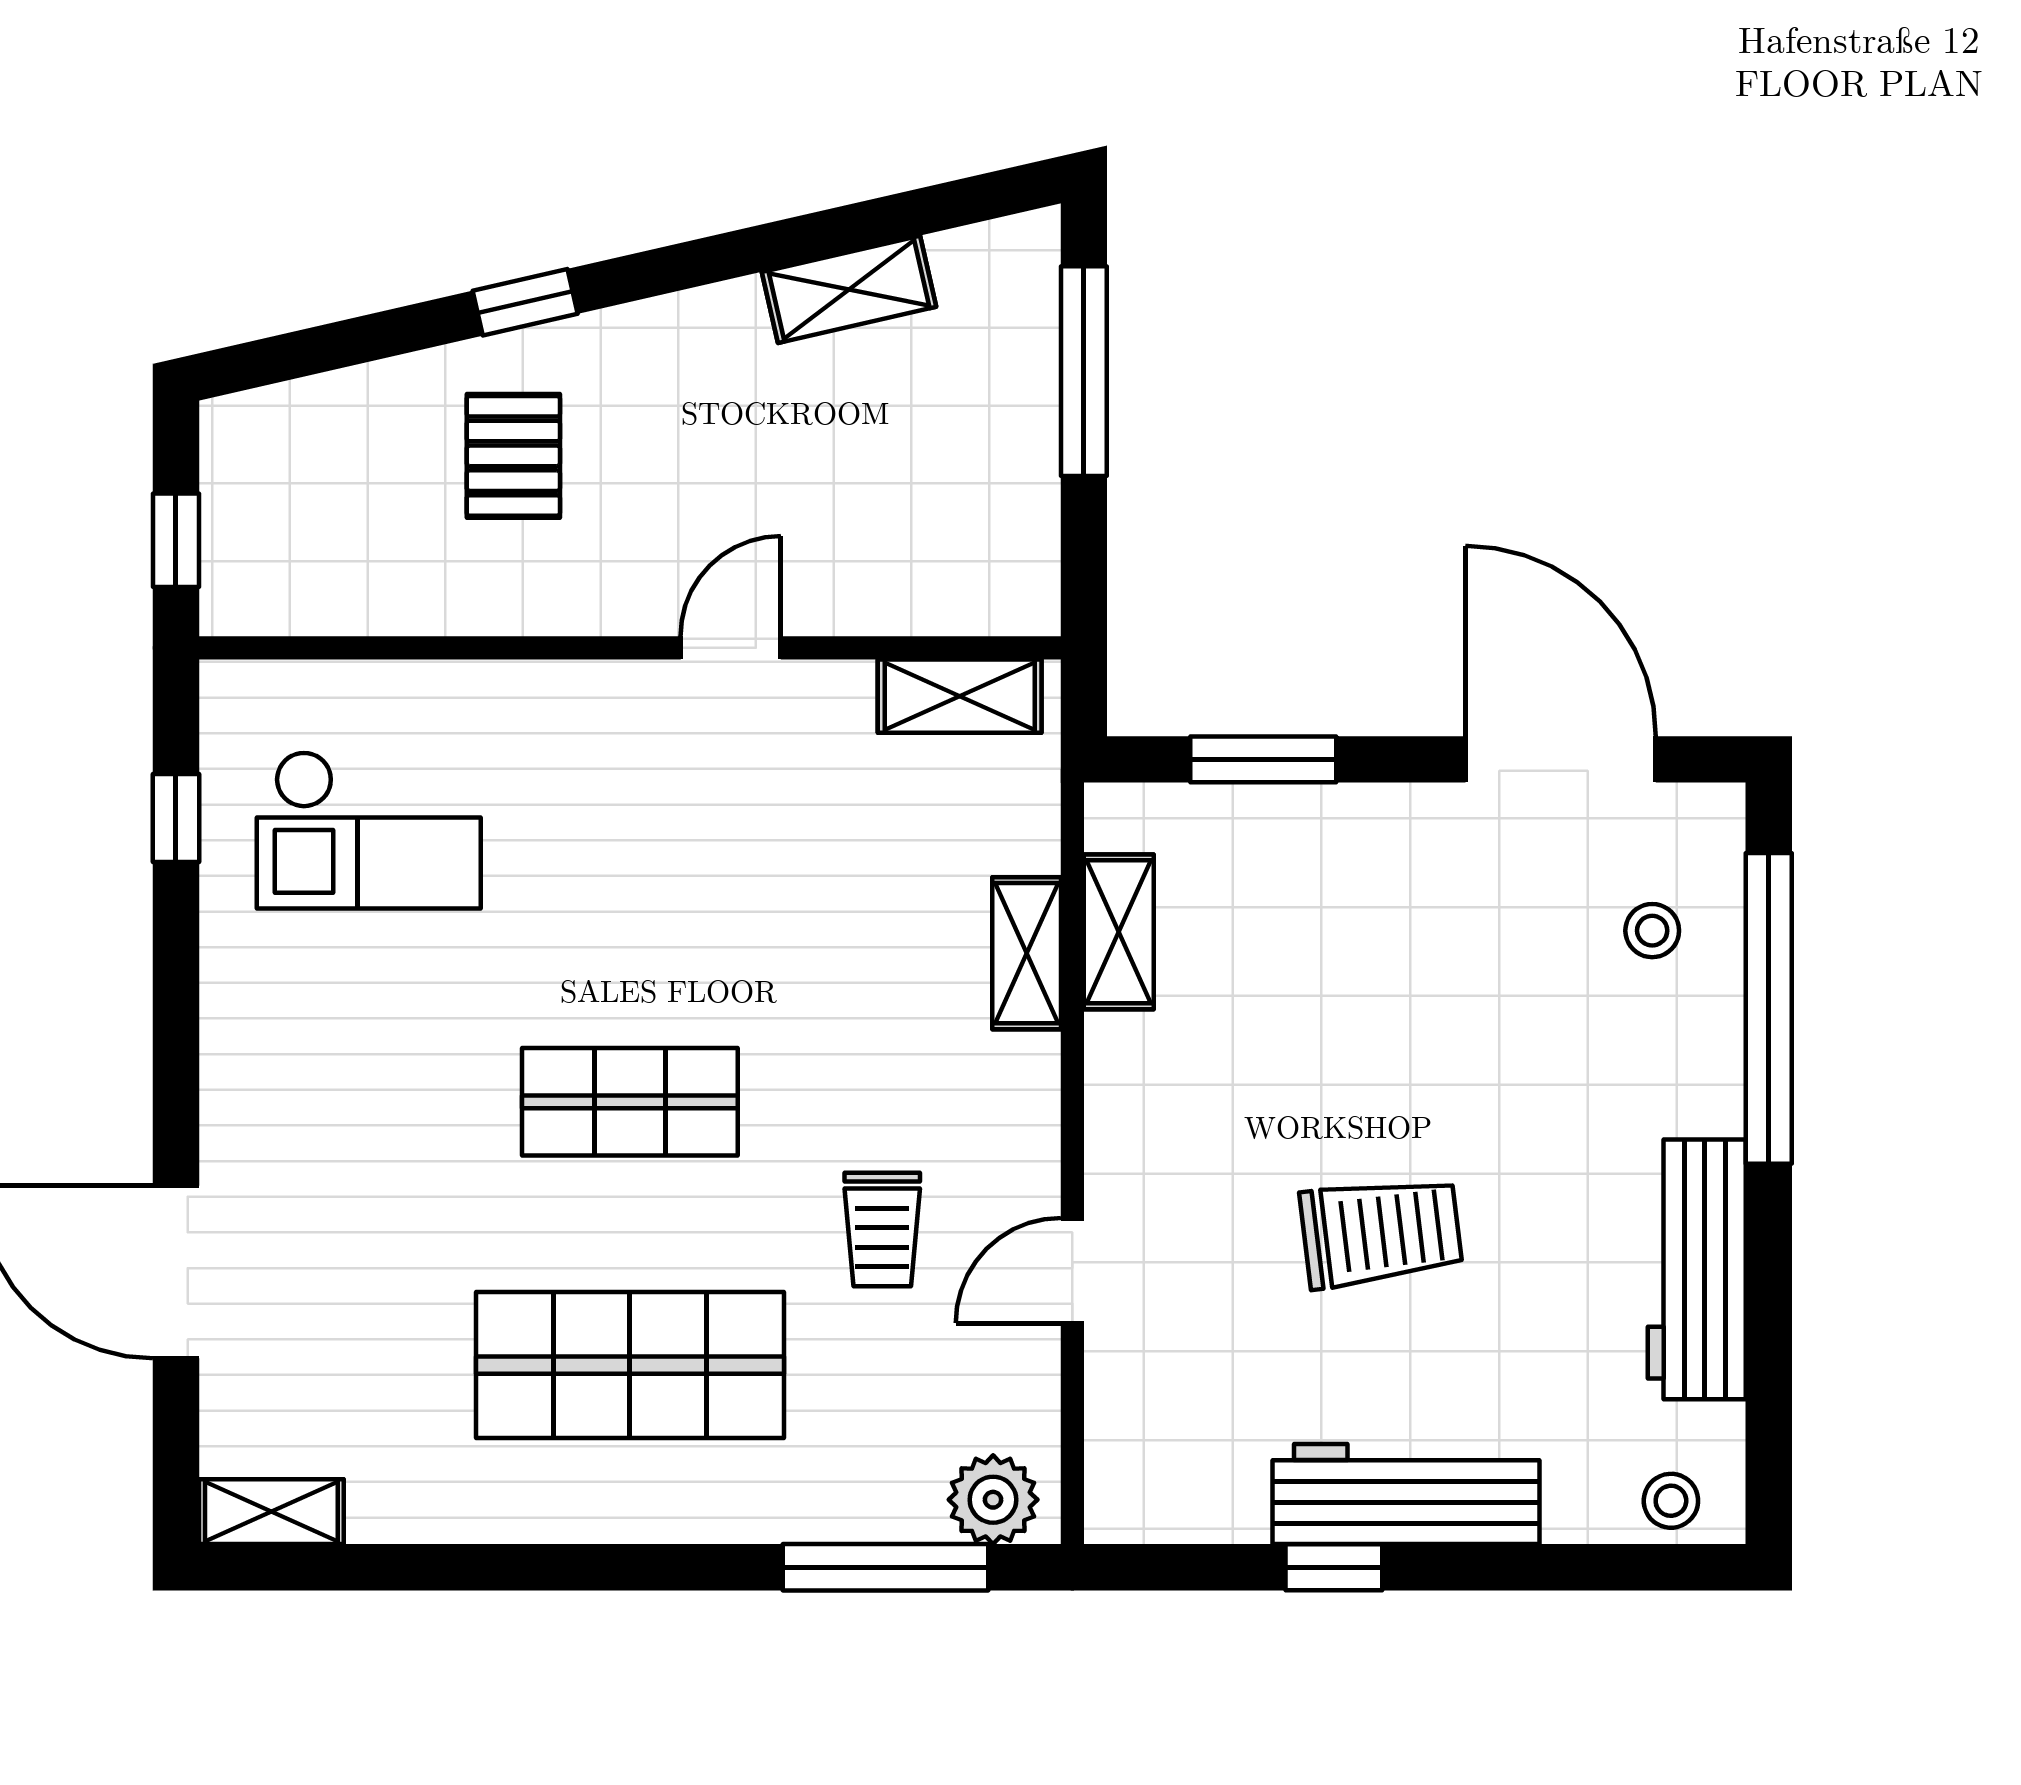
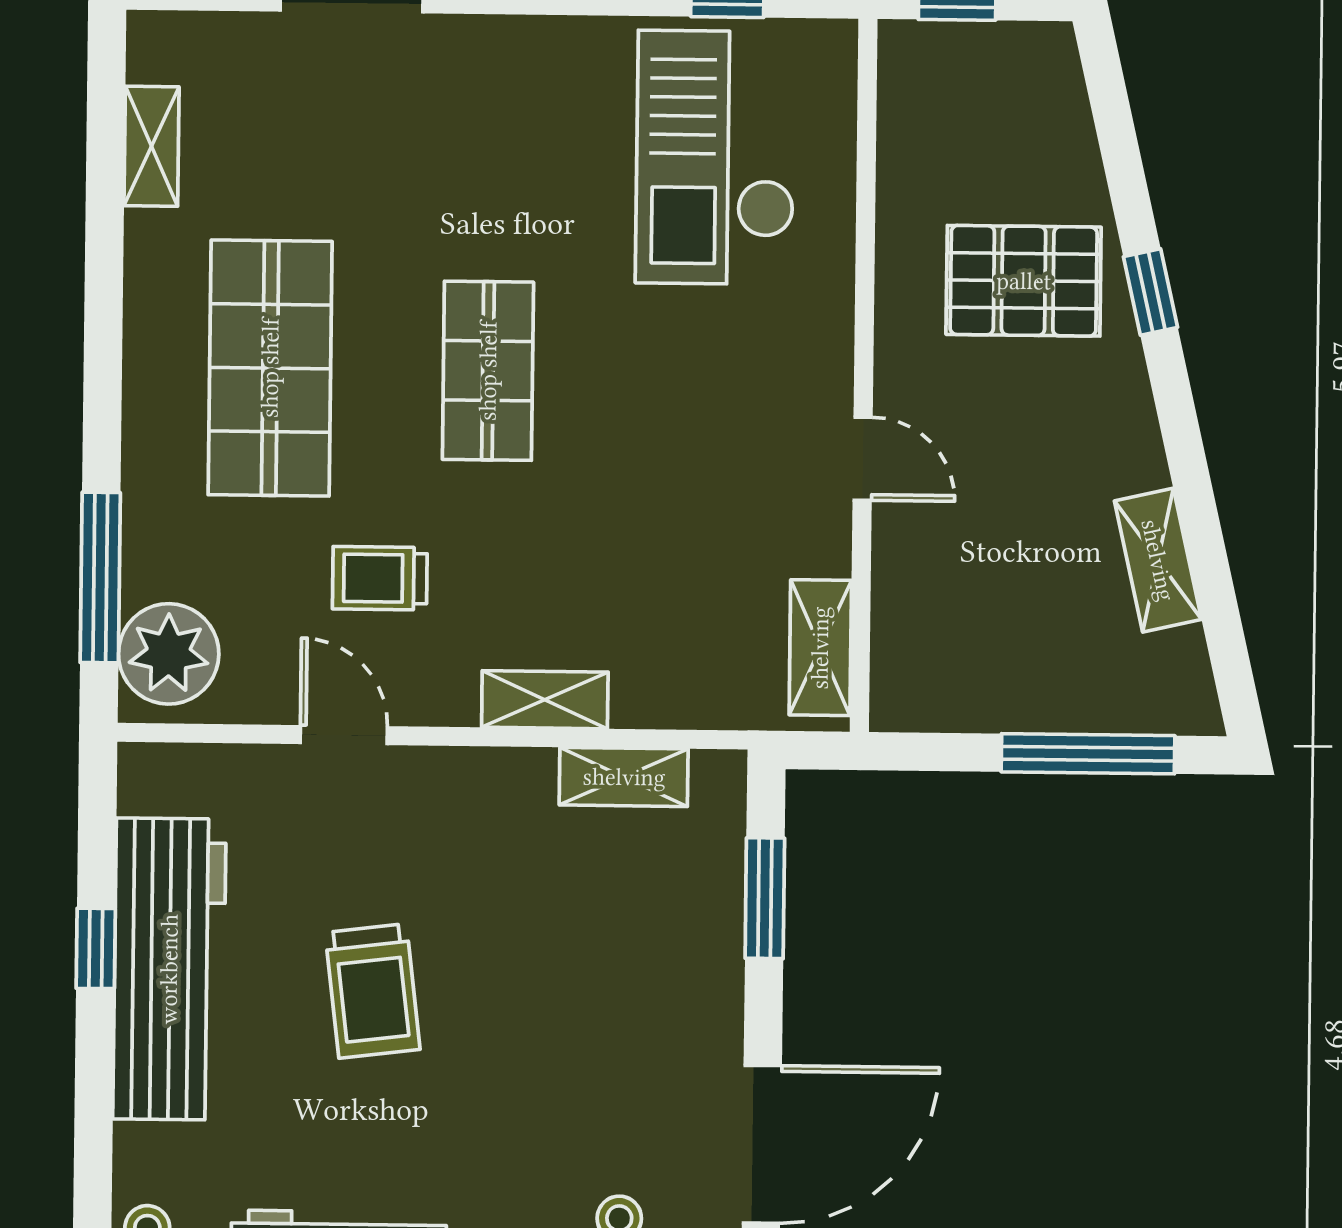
pallet: (513, 456) -> (1024, 281), width x1.50, depth x1.42
checkout: (369, 830) -> (716, 157), width x1.36, depth x1.21
shelving: (1027, 953) -> (545, 700), moved
workbench: (1406, 1494) -> (169, 969), width x1.36, depth x1.32
plant: (993, 1500) -> (169, 654), width x1.36, depth x1.36
shelving: (271, 1512) -> (151, 146), moved

